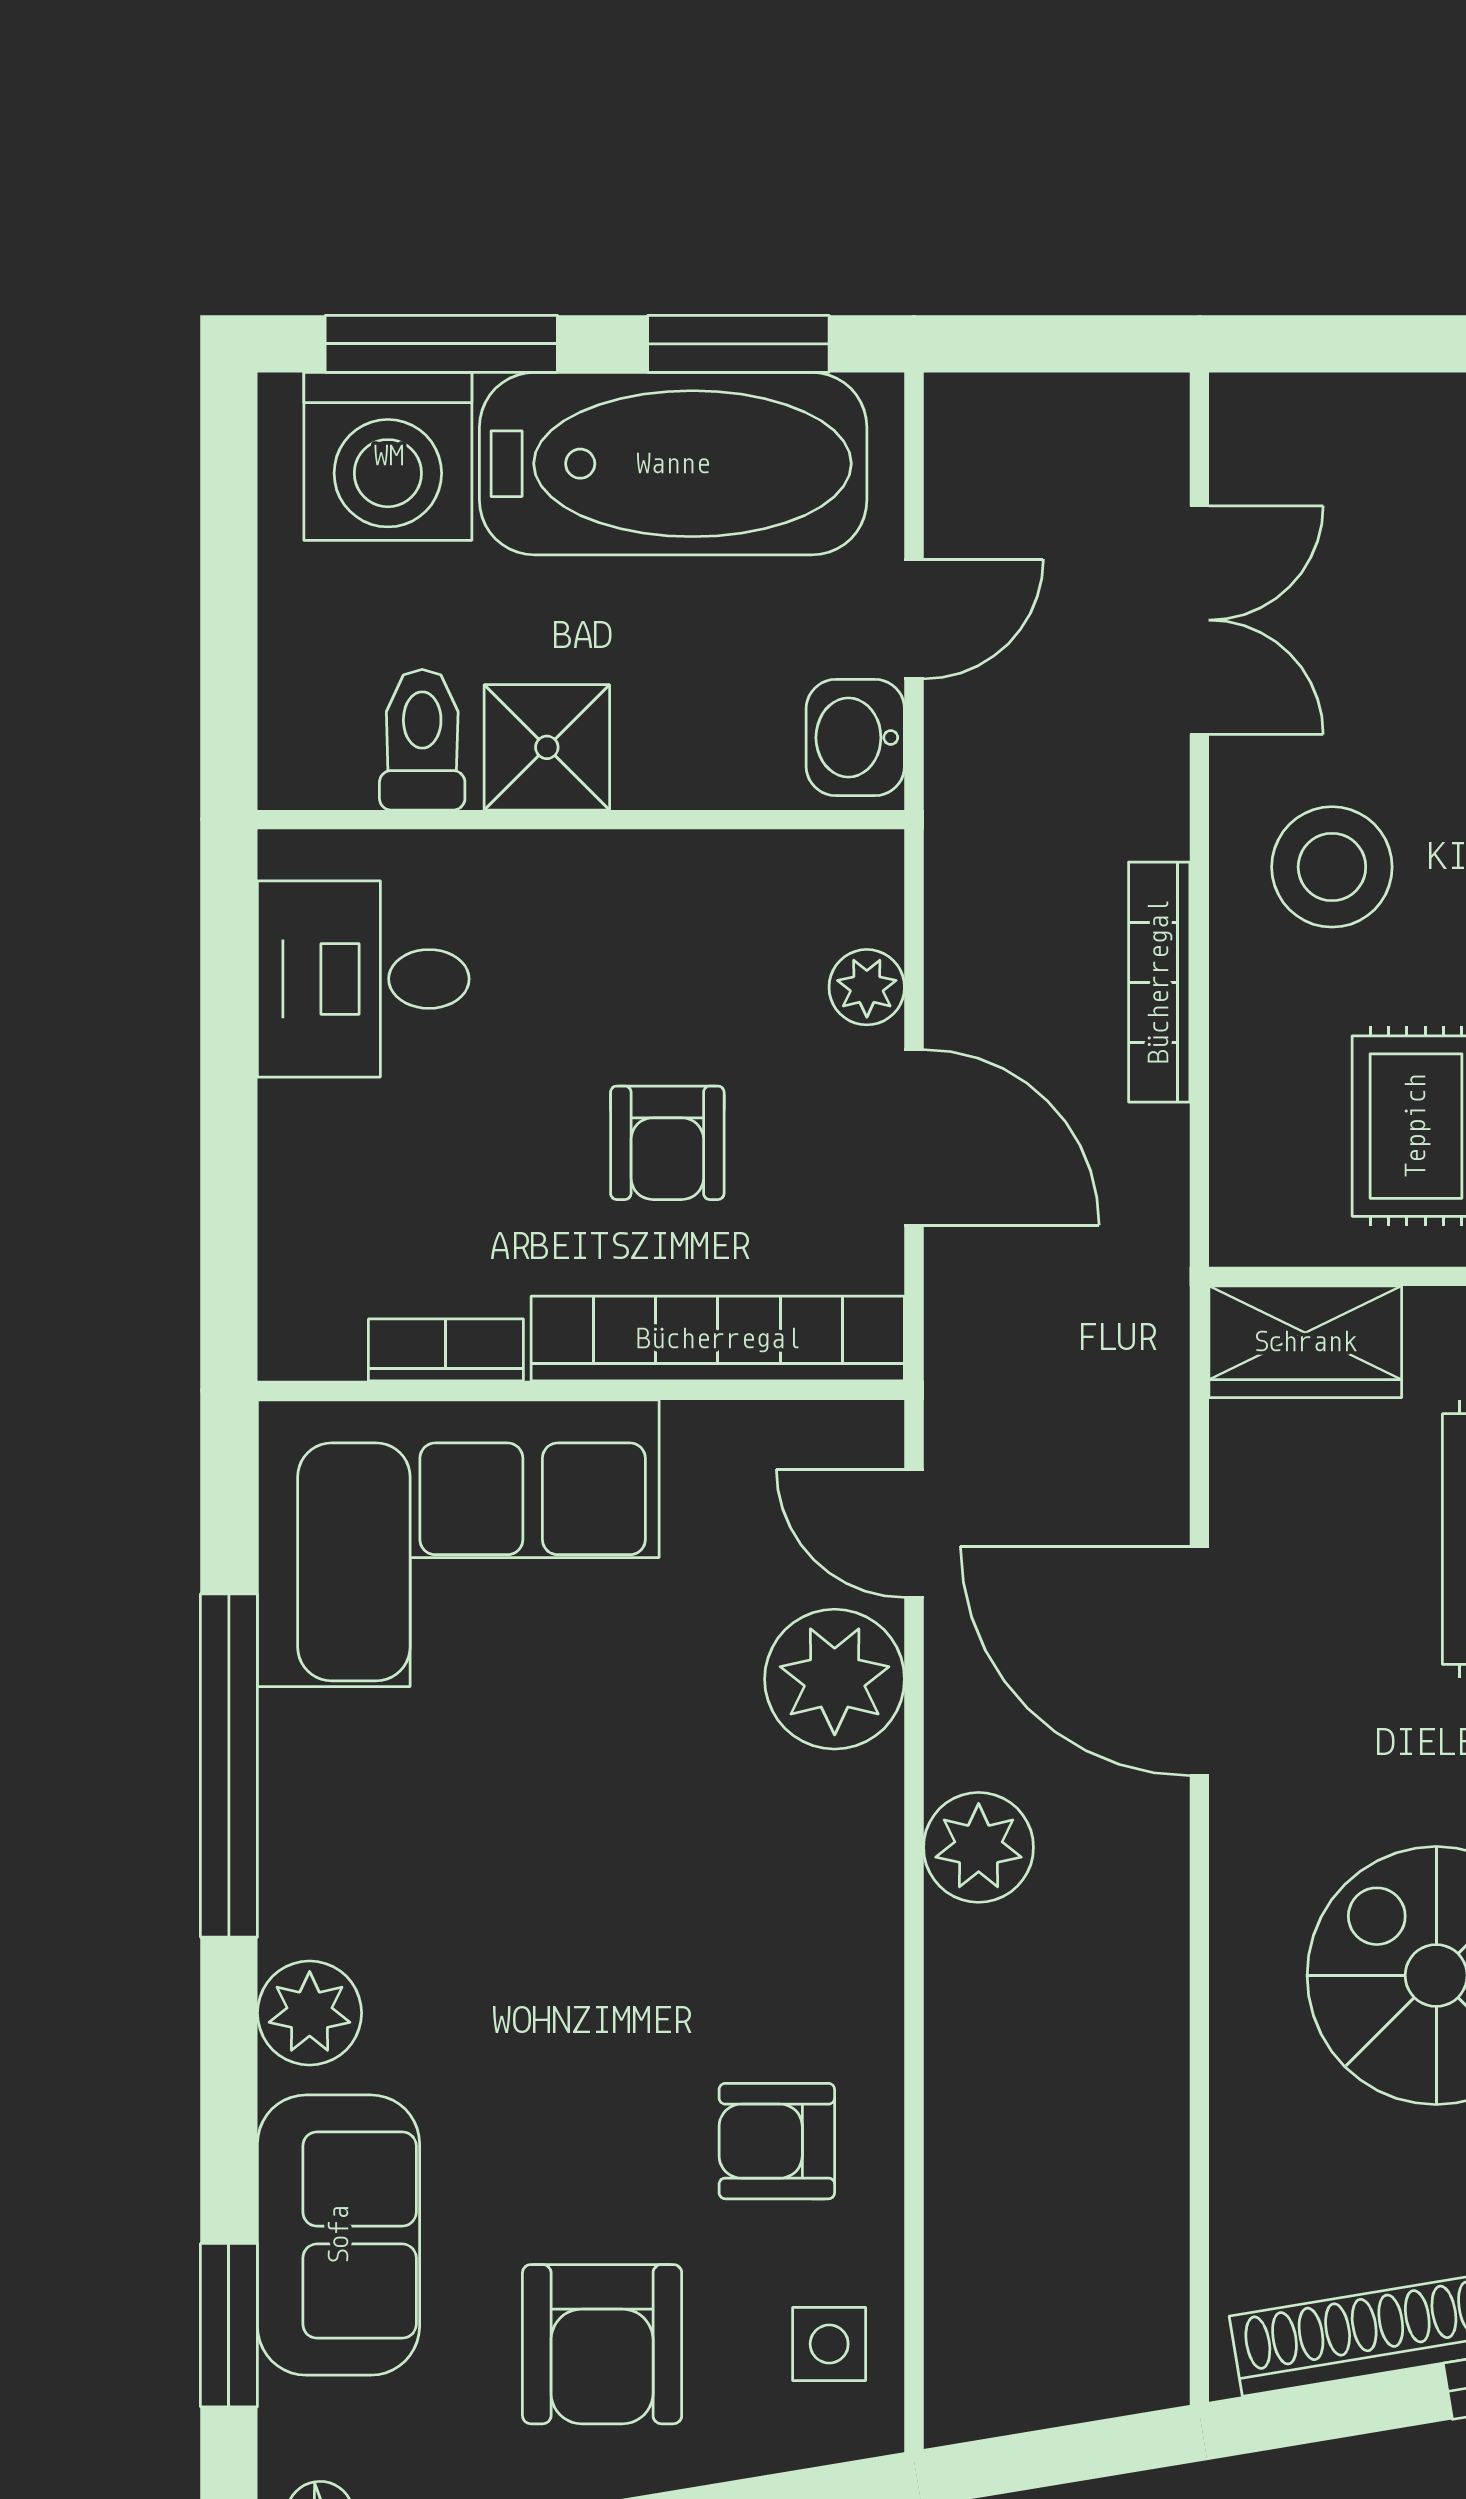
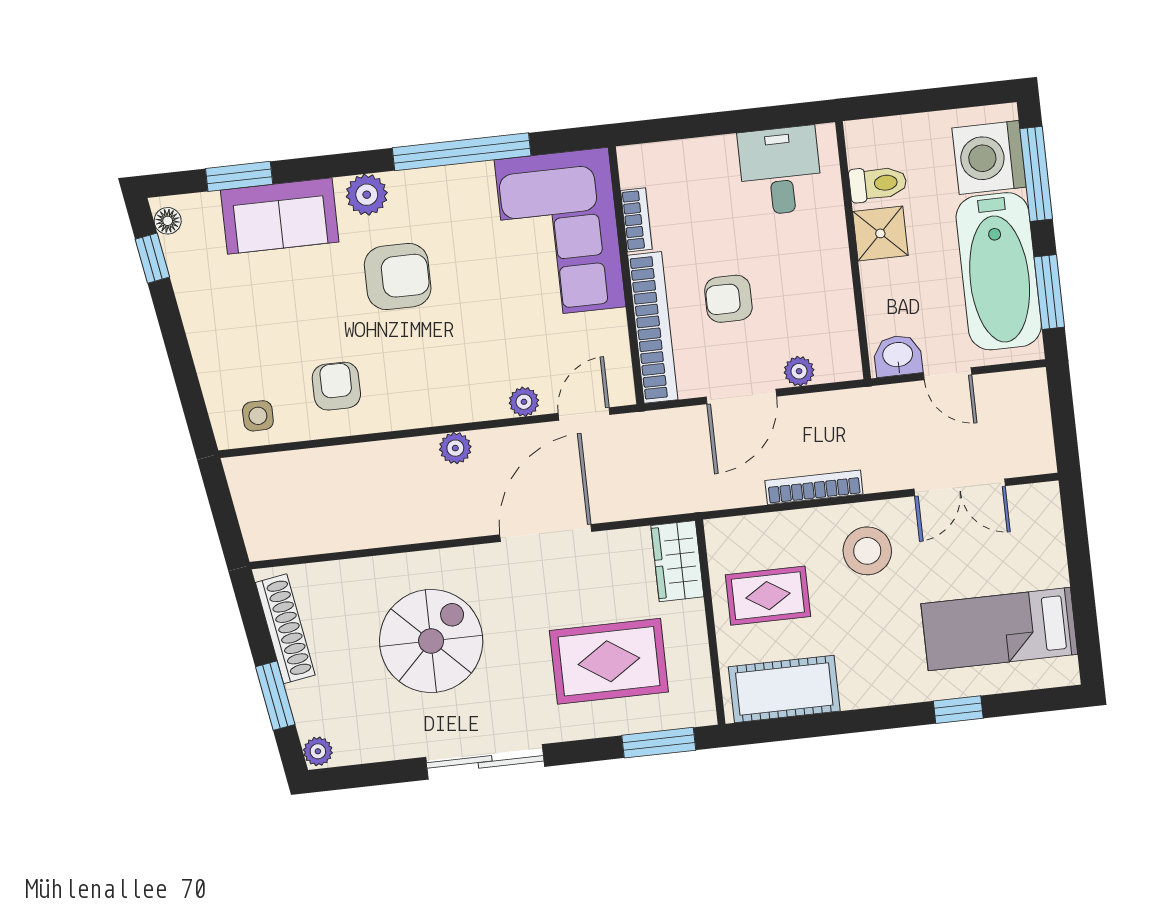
plant: (835, 1679) -> (524, 402), width x0.53, depth x0.53
plant: (979, 1847) -> (455, 448), width x0.73, depth x0.73
armchair: (602, 2344) -> (398, 277), moved, turned 180

